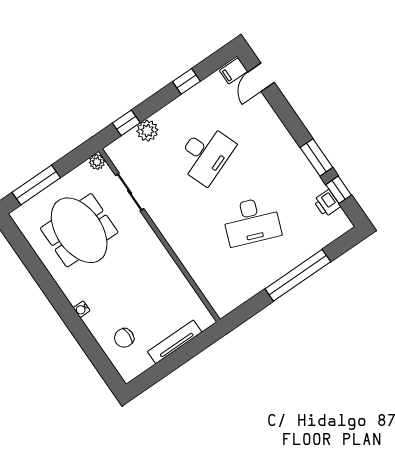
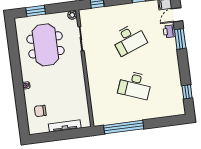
plant: (147, 131) -> (106, 12), removed
window: (316, 157) -> (180, 39), moved
window: (36, 185) -> (36, 11), width x0.69
printer: (327, 203) -> (169, 31), moved
window: (298, 275) -> (124, 127), moved

